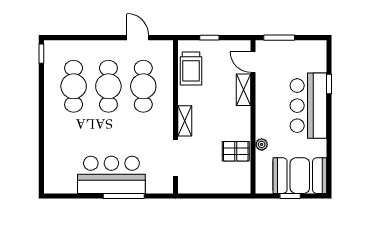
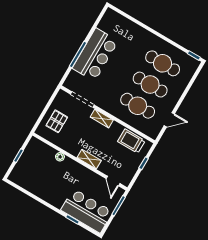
door: (253, 62) -> (113, 181), swing flipped
shelving: (243, 90) -> (89, 159), moved
bar counter: (308, 106) -> (87, 211), moved
pallet: (236, 151) -> (57, 121), moved
booth: (300, 176) -> (27, 169), removed

